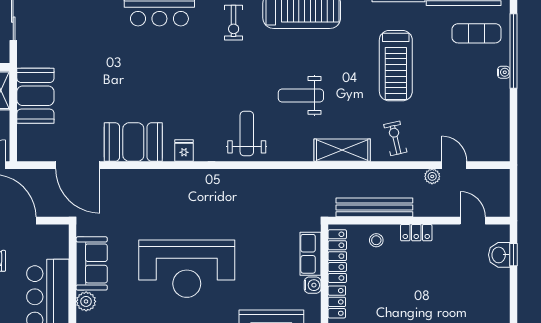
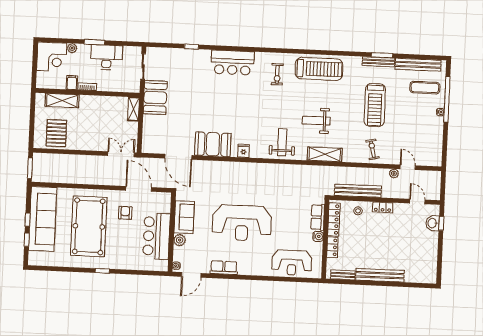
booth: (35, 96) -> (155, 98), moved
shelving: (342, 150) -> (325, 154), moved

